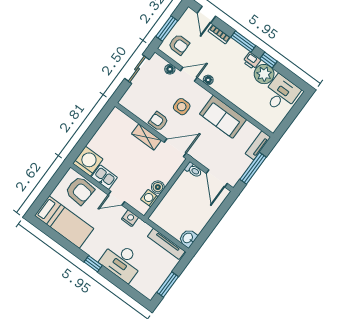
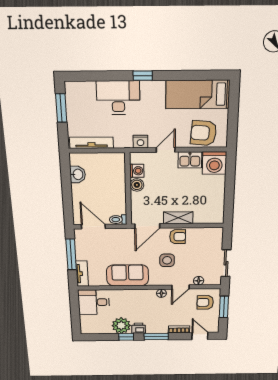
desk: (281, 94) -> (94, 302), moved, turned 90
washbasin: (188, 238) -> (78, 174), moved

